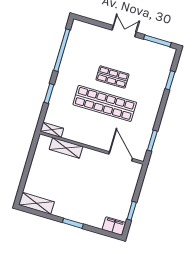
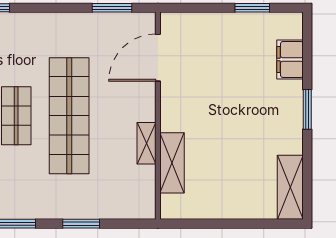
shelving: (52, 130) -> (146, 143), moved
filing cabinet: (114, 226) -> (290, 59), moved

